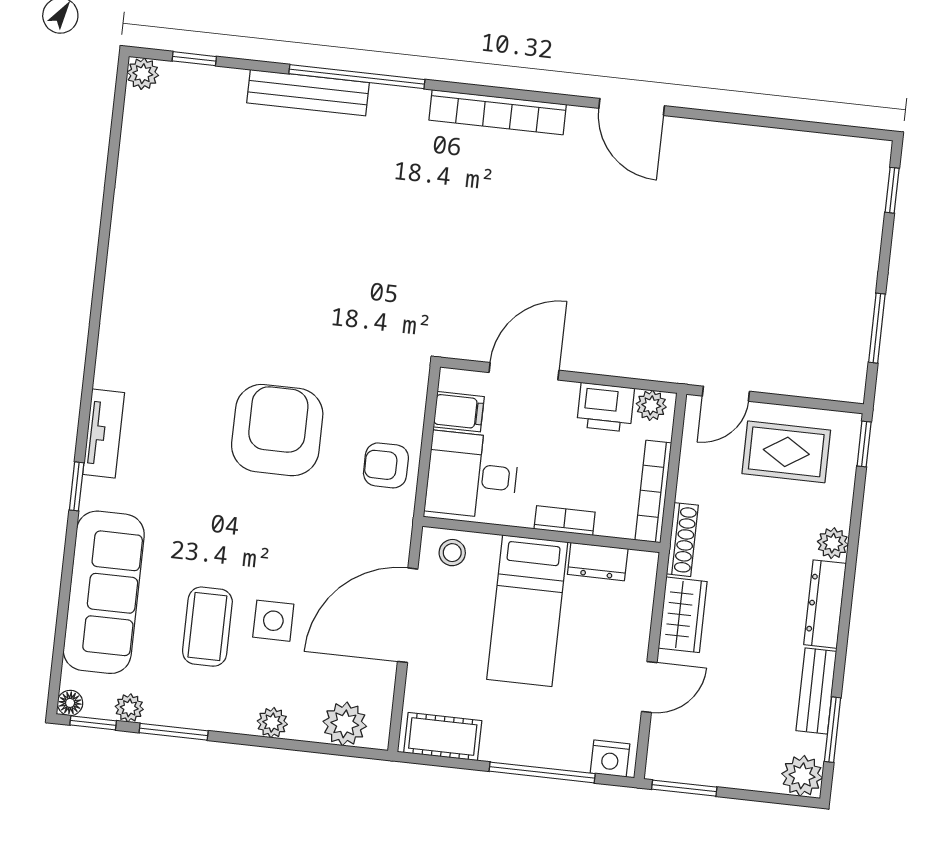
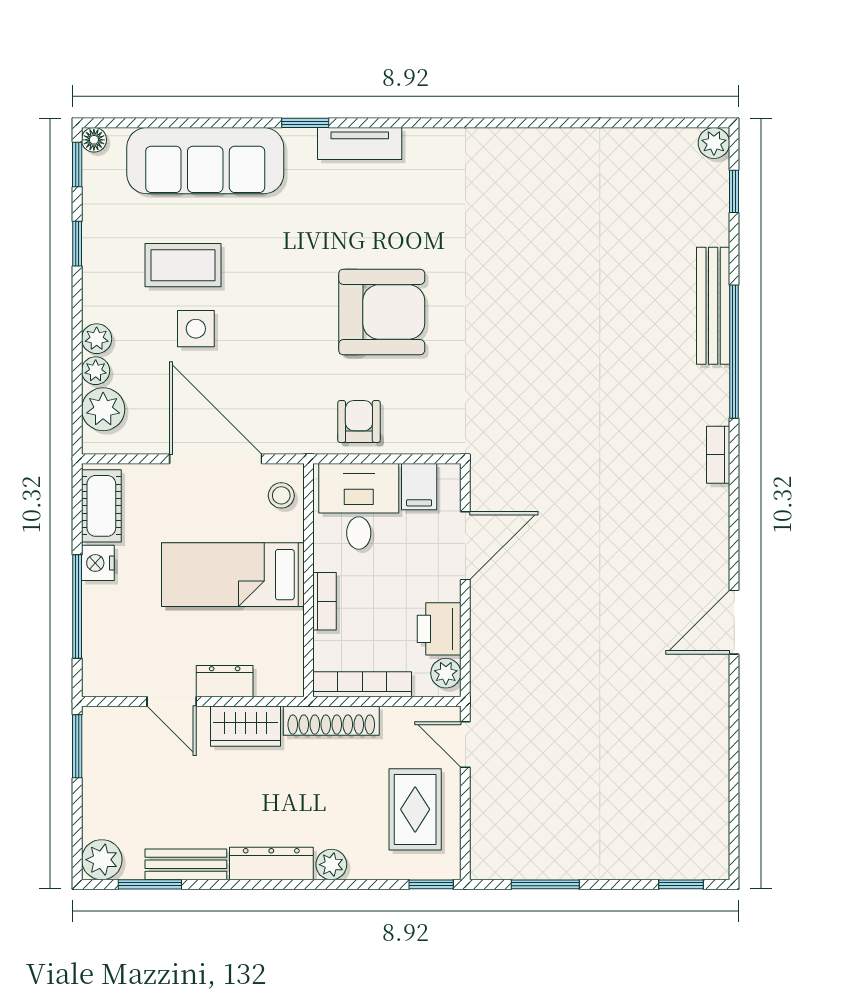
bookcase: (498, 112) -> (718, 455), width x0.43, depth x0.76
door: (524, 371) -> (465, 546), hinge flipped
shoe rack: (682, 540) -> (331, 721), width x1.36, depth x1.24
dresser: (598, 562) -> (225, 681), moved, turned 90
plant: (129, 708) -> (96, 371), moved
window: (174, 732) -> (77, 244), width x0.67
nightstand: (610, 759) -> (98, 563), moved

